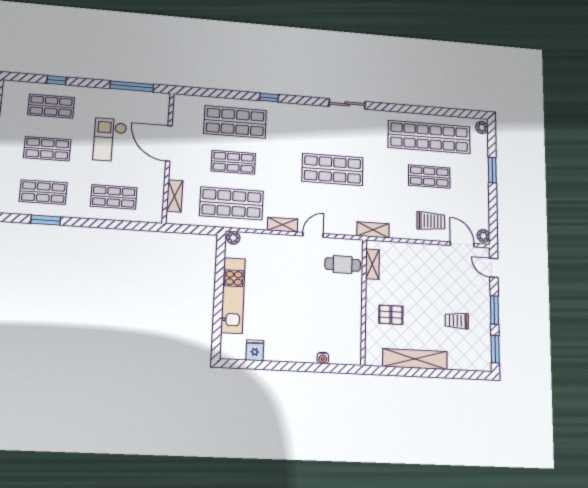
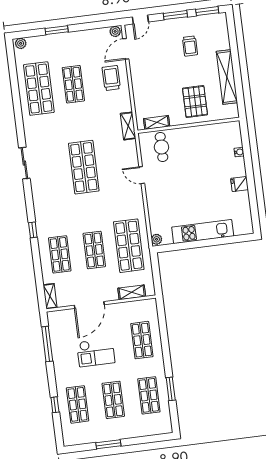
shop shelf: (235, 122) -> (60, 254), width x0.70, depth x0.74
shop shelf: (429, 137) -> (39, 89), width x0.71
shelving: (283, 225) -> (50, 296), moved
pallet: (391, 315) -> (195, 102), width x1.50, depth x1.42
fridge: (255, 350) -> (240, 184), moved

